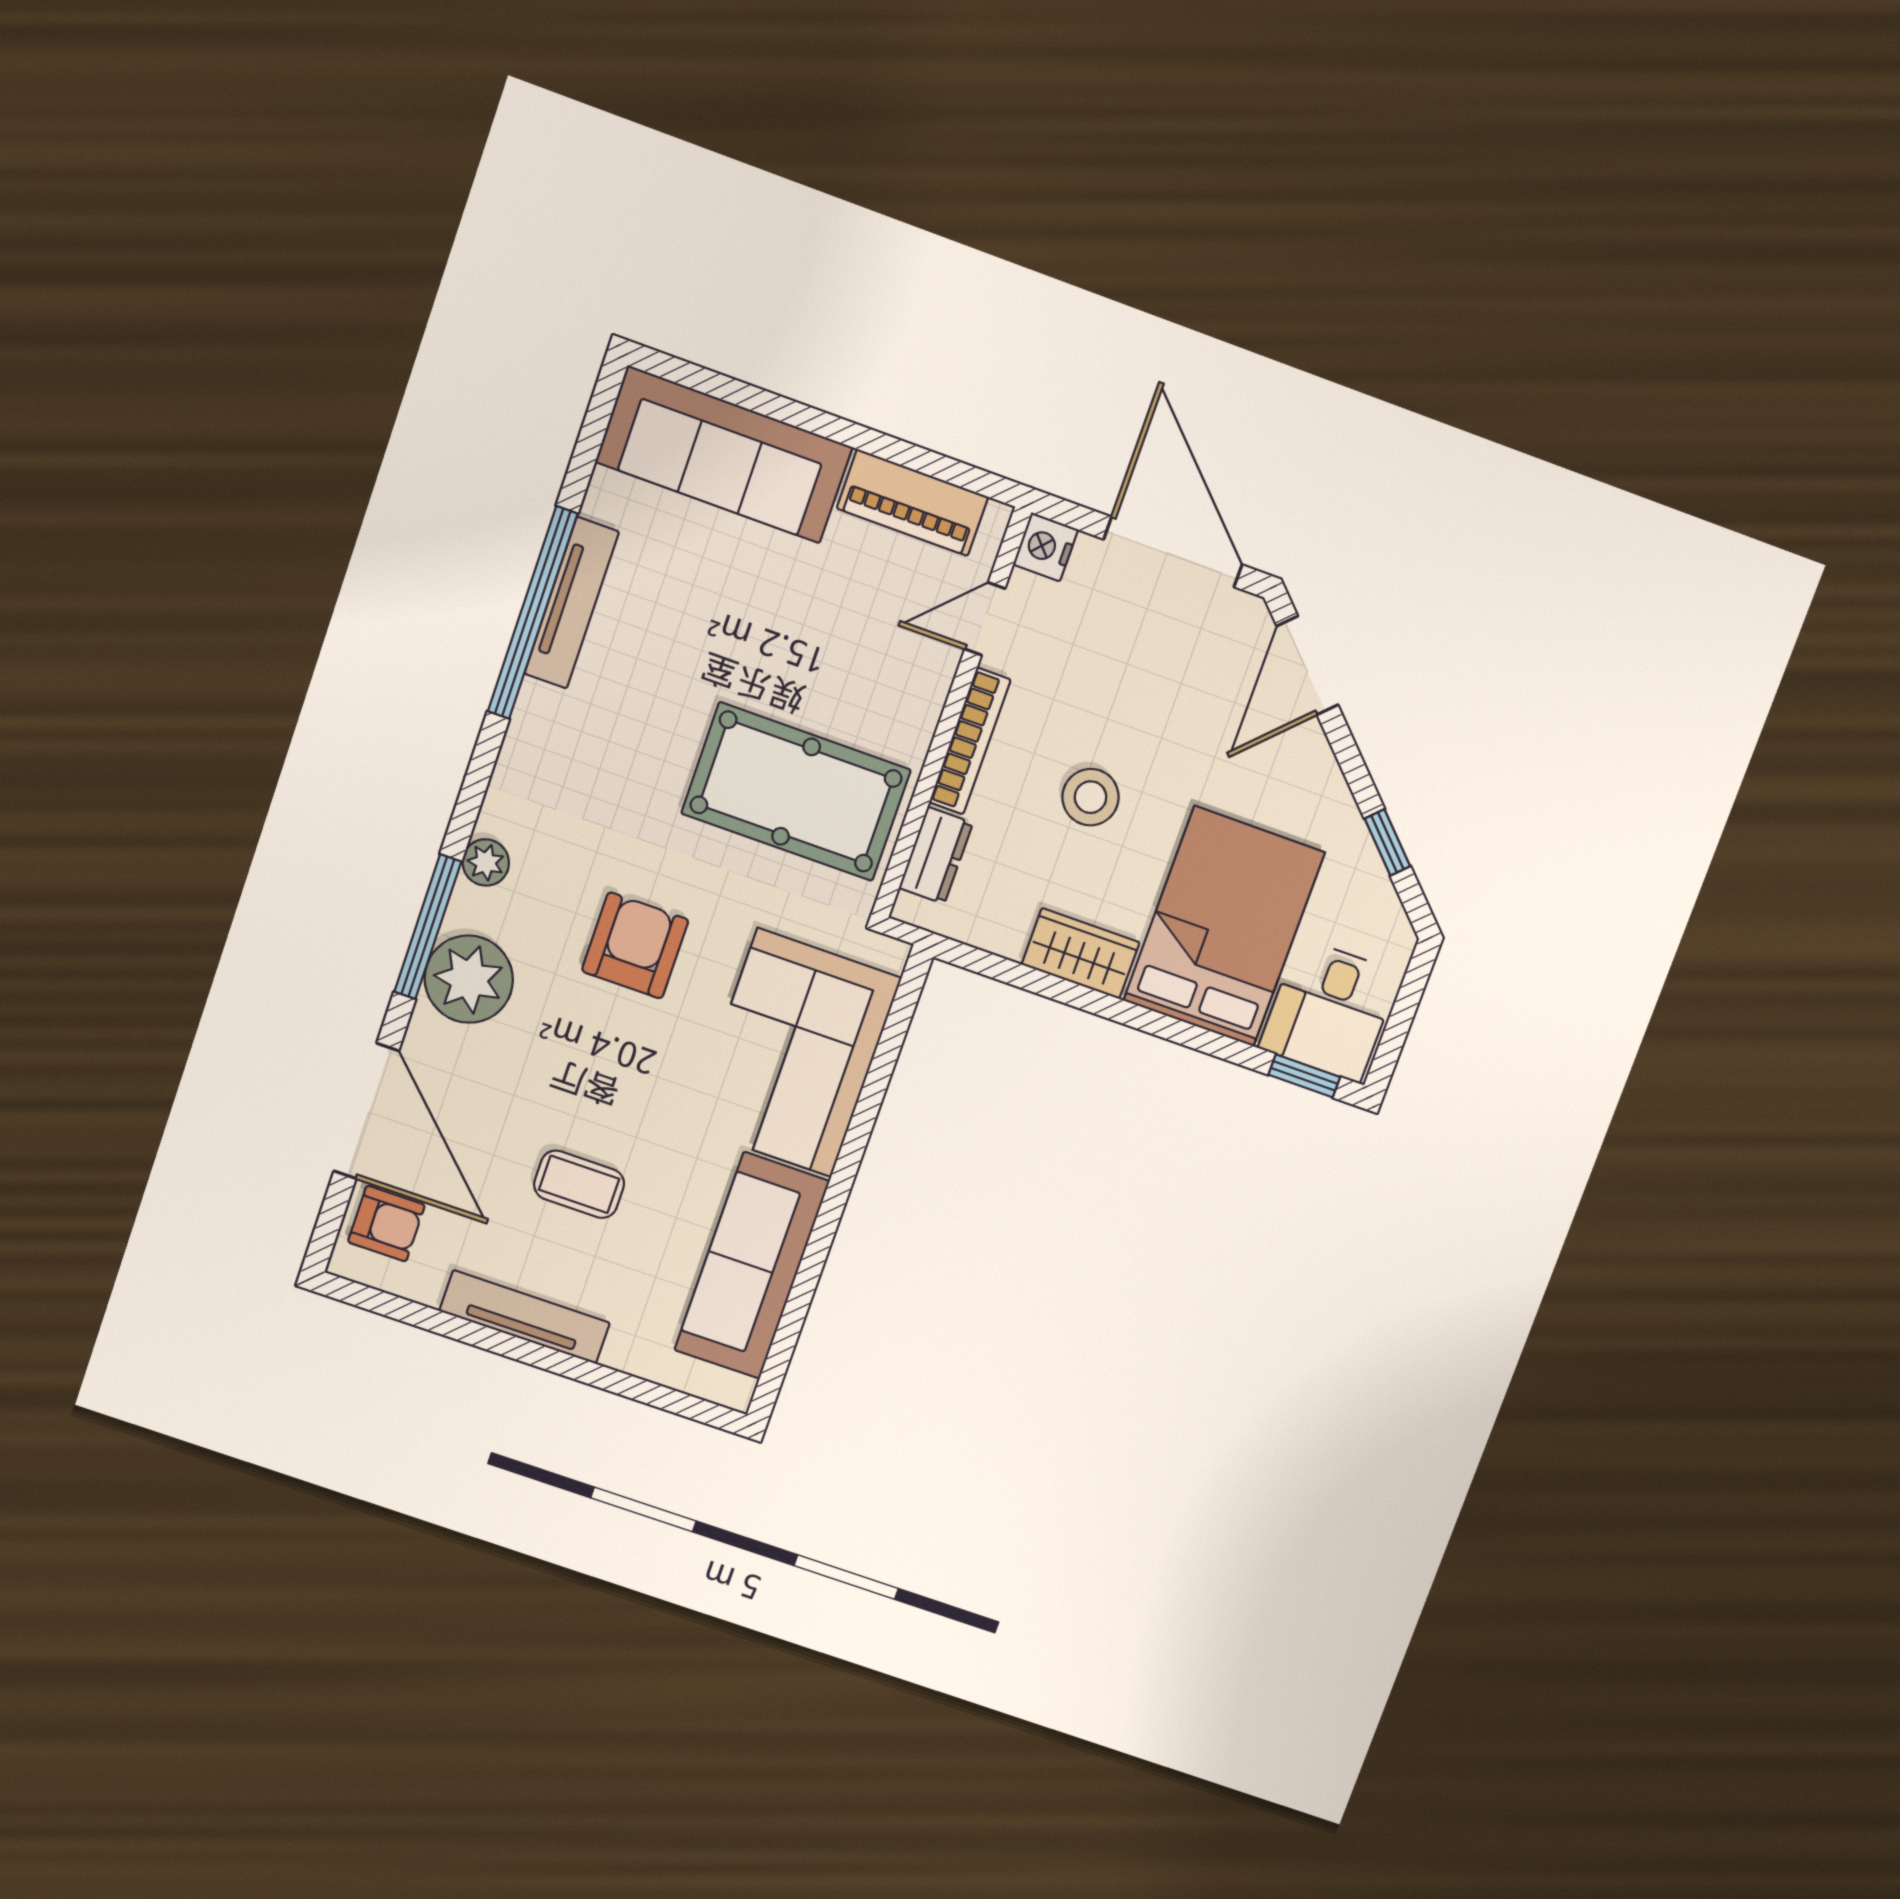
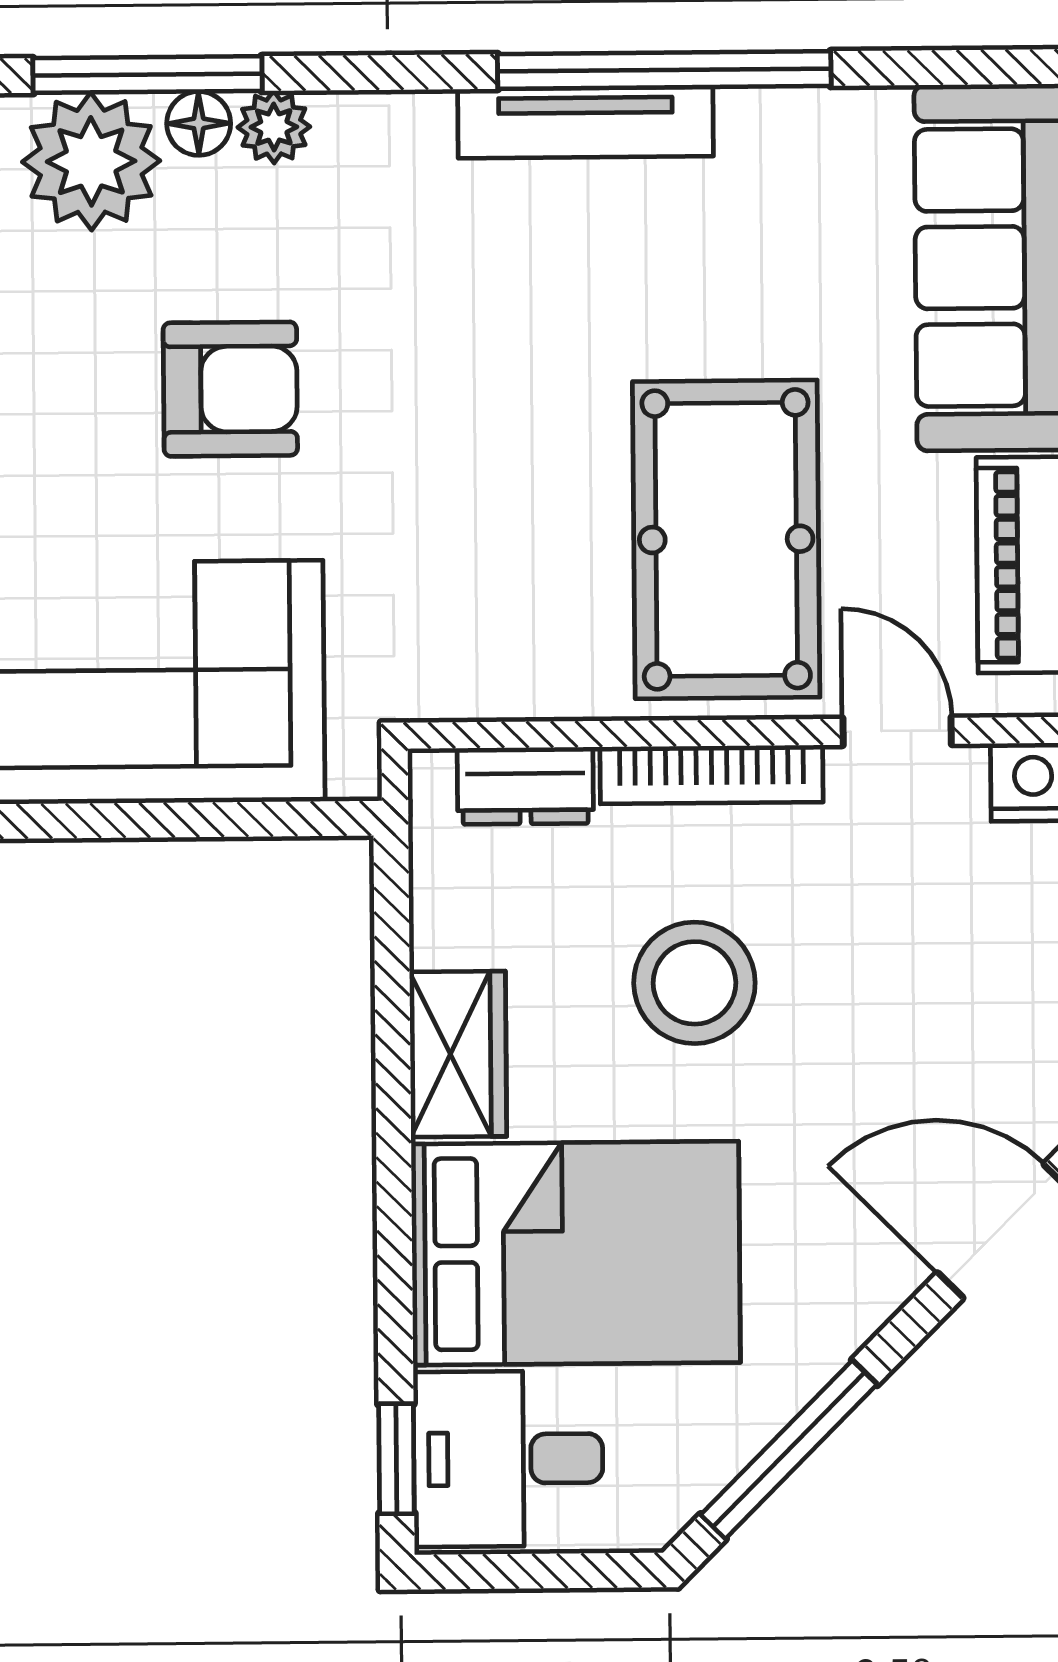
tv unit: (572, 603) -> (586, 123), moved
pool table: (796, 792) -> (726, 539), moved
stool: (1091, 797) -> (694, 983), width x1.38, depth x1.38
window: (1387, 842) -> (789, 1450), width x2.17
floor lamp: (468, 907) -> (199, 123), added

